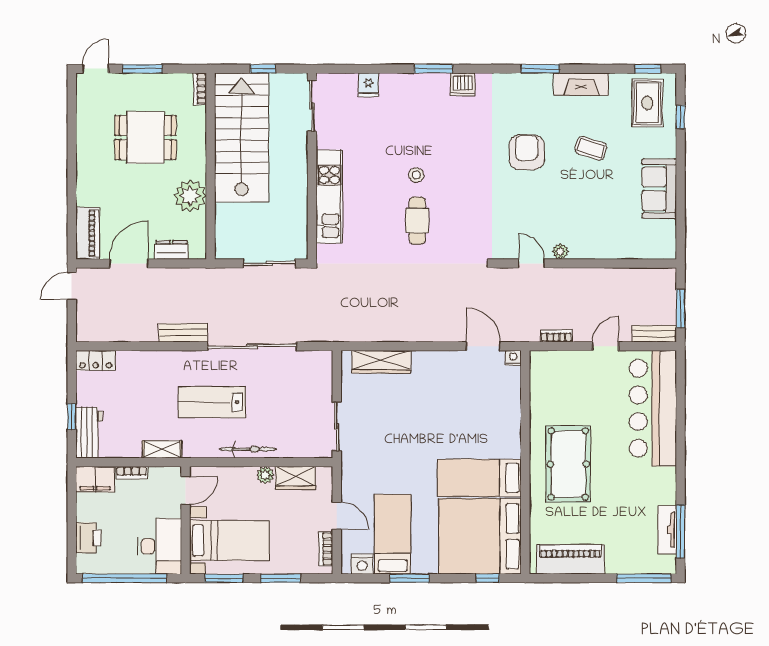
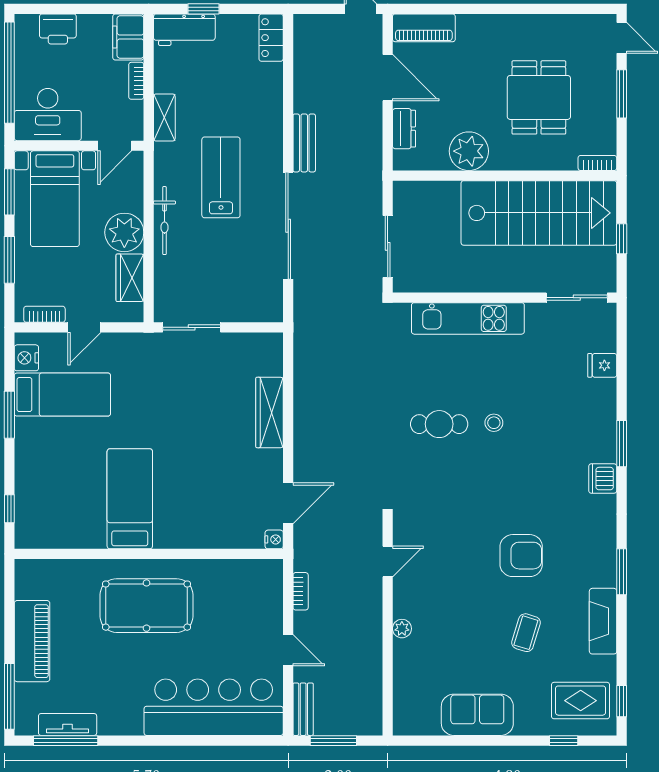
plant: (560, 251) -> (402, 629), moved
wardrobe: (381, 362) -> (269, 412), moved
plant: (265, 475) -> (124, 232), width x1.87, depth x1.87
door: (186, 491) -> (115, 146), hinge flipped
bed: (480, 536) -> (60, 500), removed
piano: (570, 559) -> (32, 641), moved

